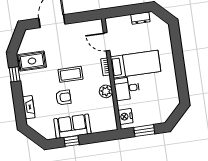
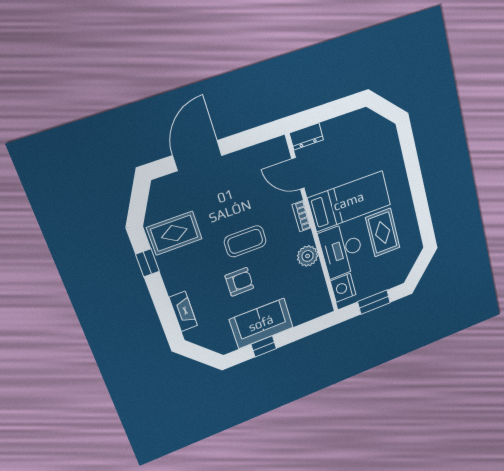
dresser: (140, 18) -> (306, 136), moved
desk: (127, 88) -> (342, 250), width x1.37
rug: (154, 88) -> (383, 233), added

